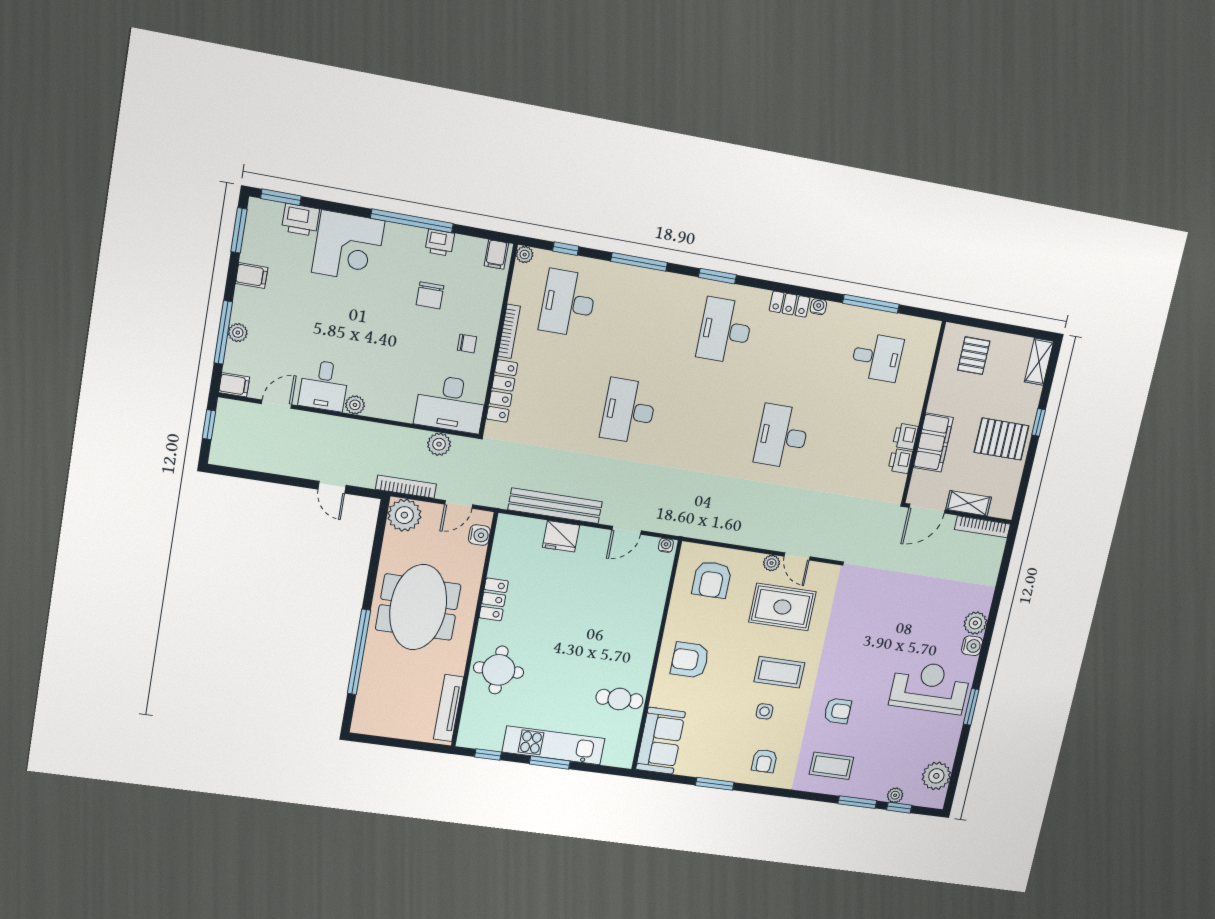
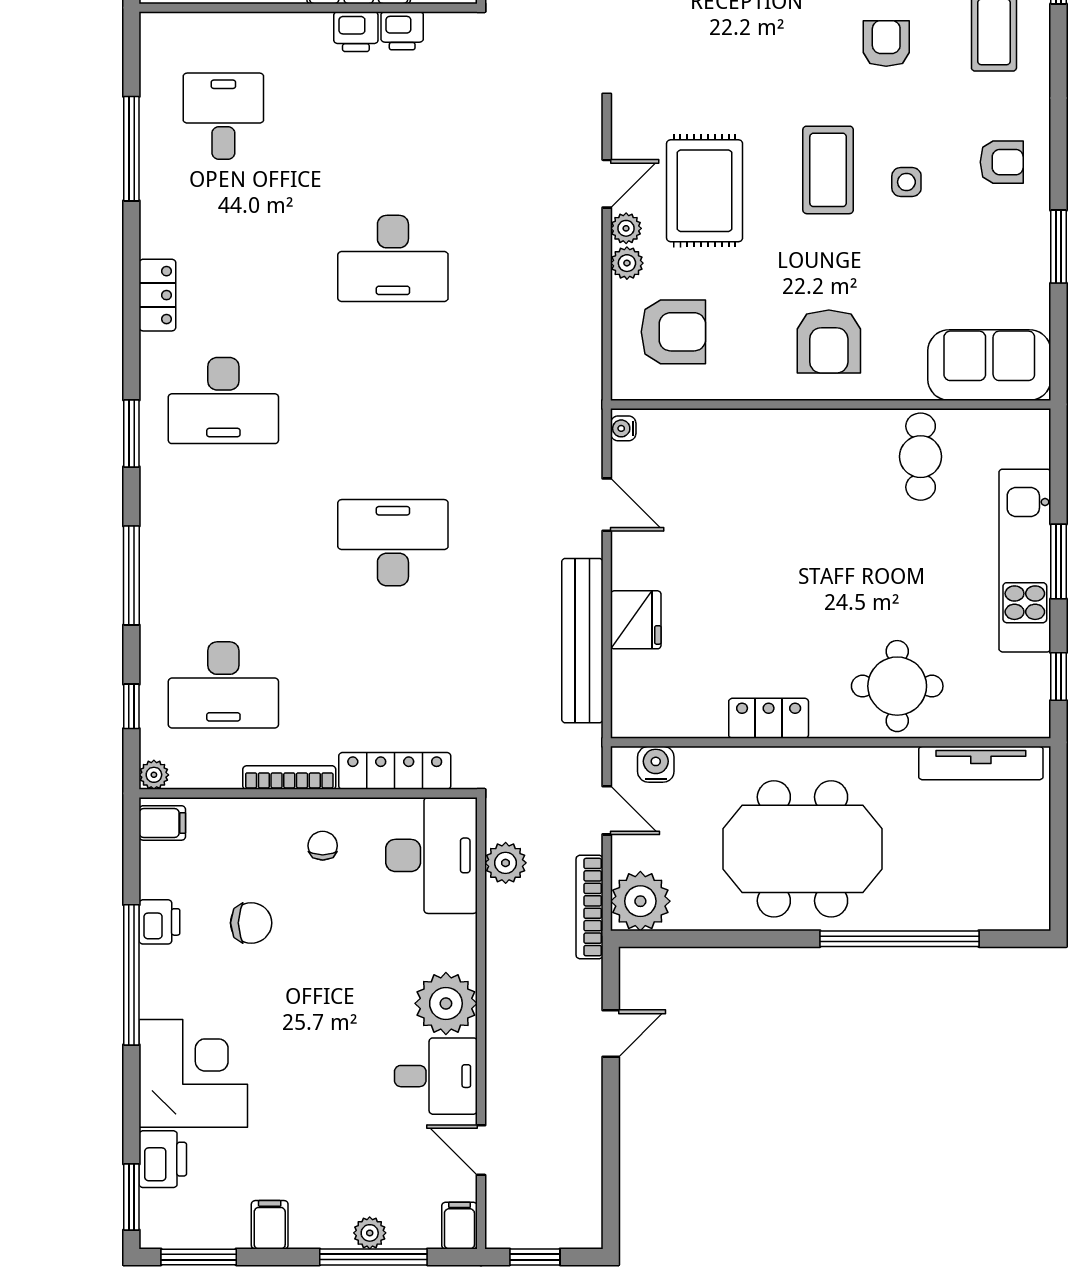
water cooler: (818, 307) -> (153, 242), removed
plant: (355, 405) -> (446, 1003), width x1.88, depth x1.88
desk: (629, 411) -> (393, 543), turned 180
plant: (753, 561) -> (627, 263), added

